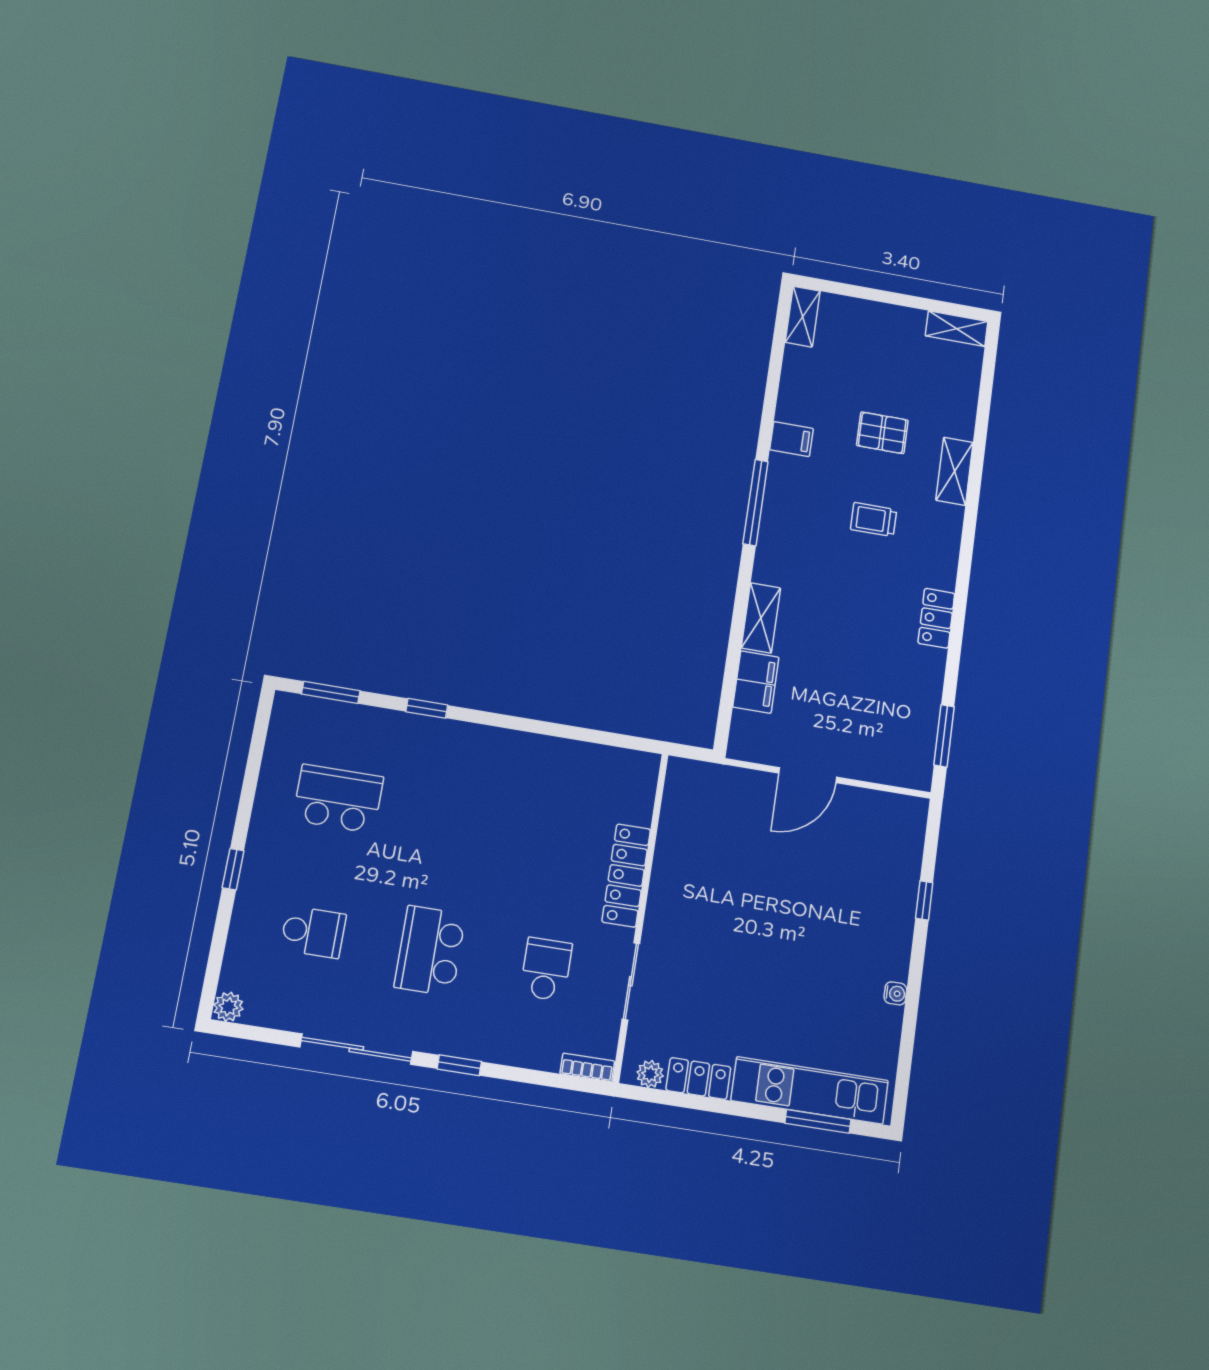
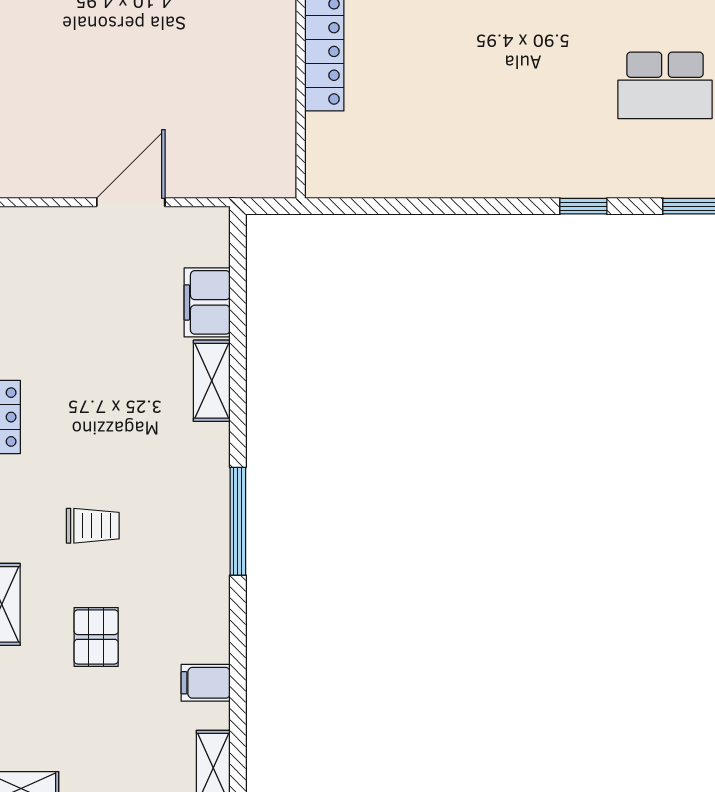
pallet: (882, 433) -> (96, 637), turned 90
filing cabinet: (791, 439) -> (206, 683), moved

